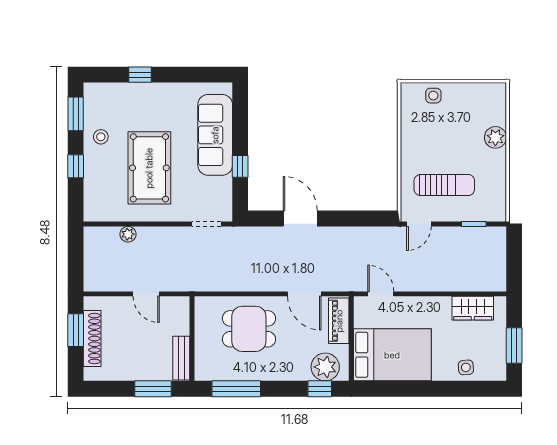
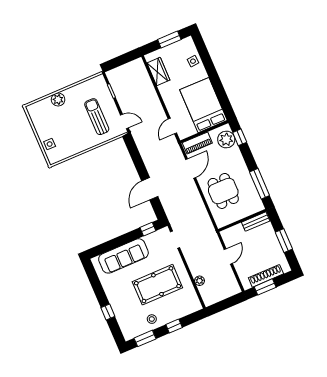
window: (240, 166) -> (148, 229), moved
window: (153, 389) -> (284, 241), moved

